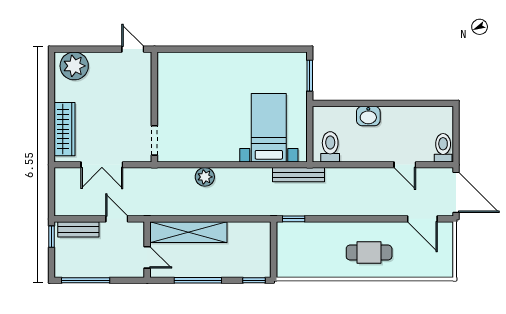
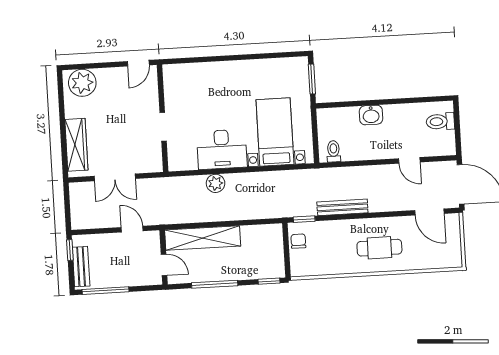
door: (133, 49) -> (138, 63), swing flipped
doorway: (154, 140) -> (163, 127), moved
desk: (213, 142) -> (222, 149), added
toilet: (330, 147) -> (334, 151), width x0.73, depth x0.72
toilet: (443, 148) -> (440, 121), moved, turned -90
bench: (299, 175) -> (342, 207), moved
bench: (78, 229) -> (81, 267), moved, turned 90
chair: (286, 241) -> (298, 241), added

